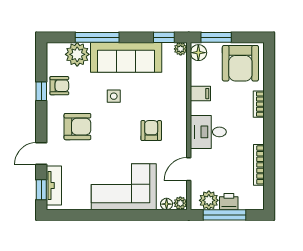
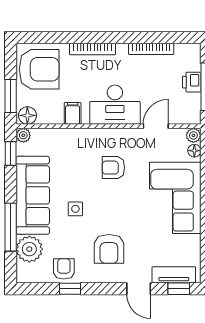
bookcase: (259, 104) -> (92, 49), width x1.56
armchair: (77, 127) -> (109, 249), turned 180
desk: (208, 132) -> (115, 105), width x1.37
door: (189, 169) -> (156, 126), swing flipped
plant: (209, 200) -> (190, 104), removed

